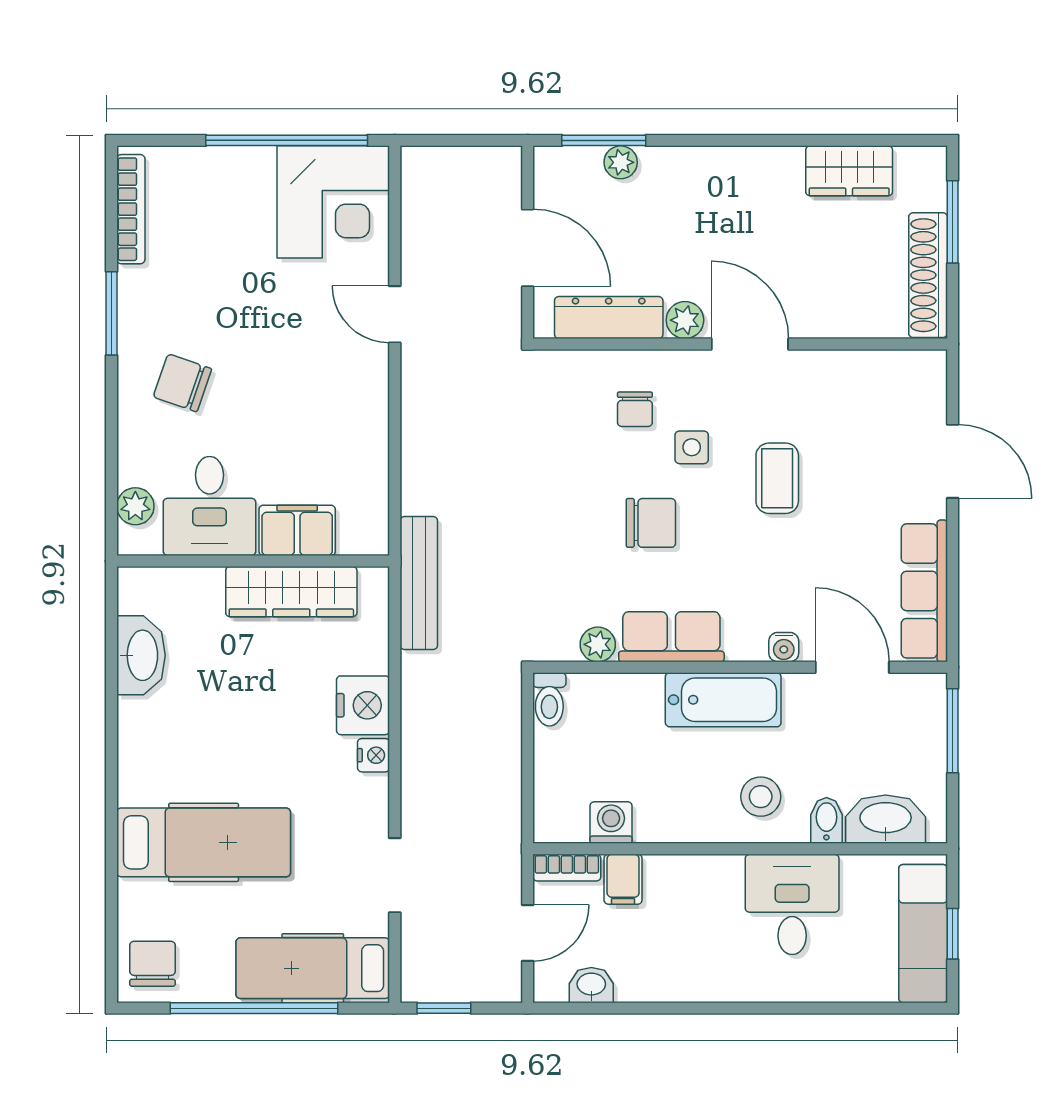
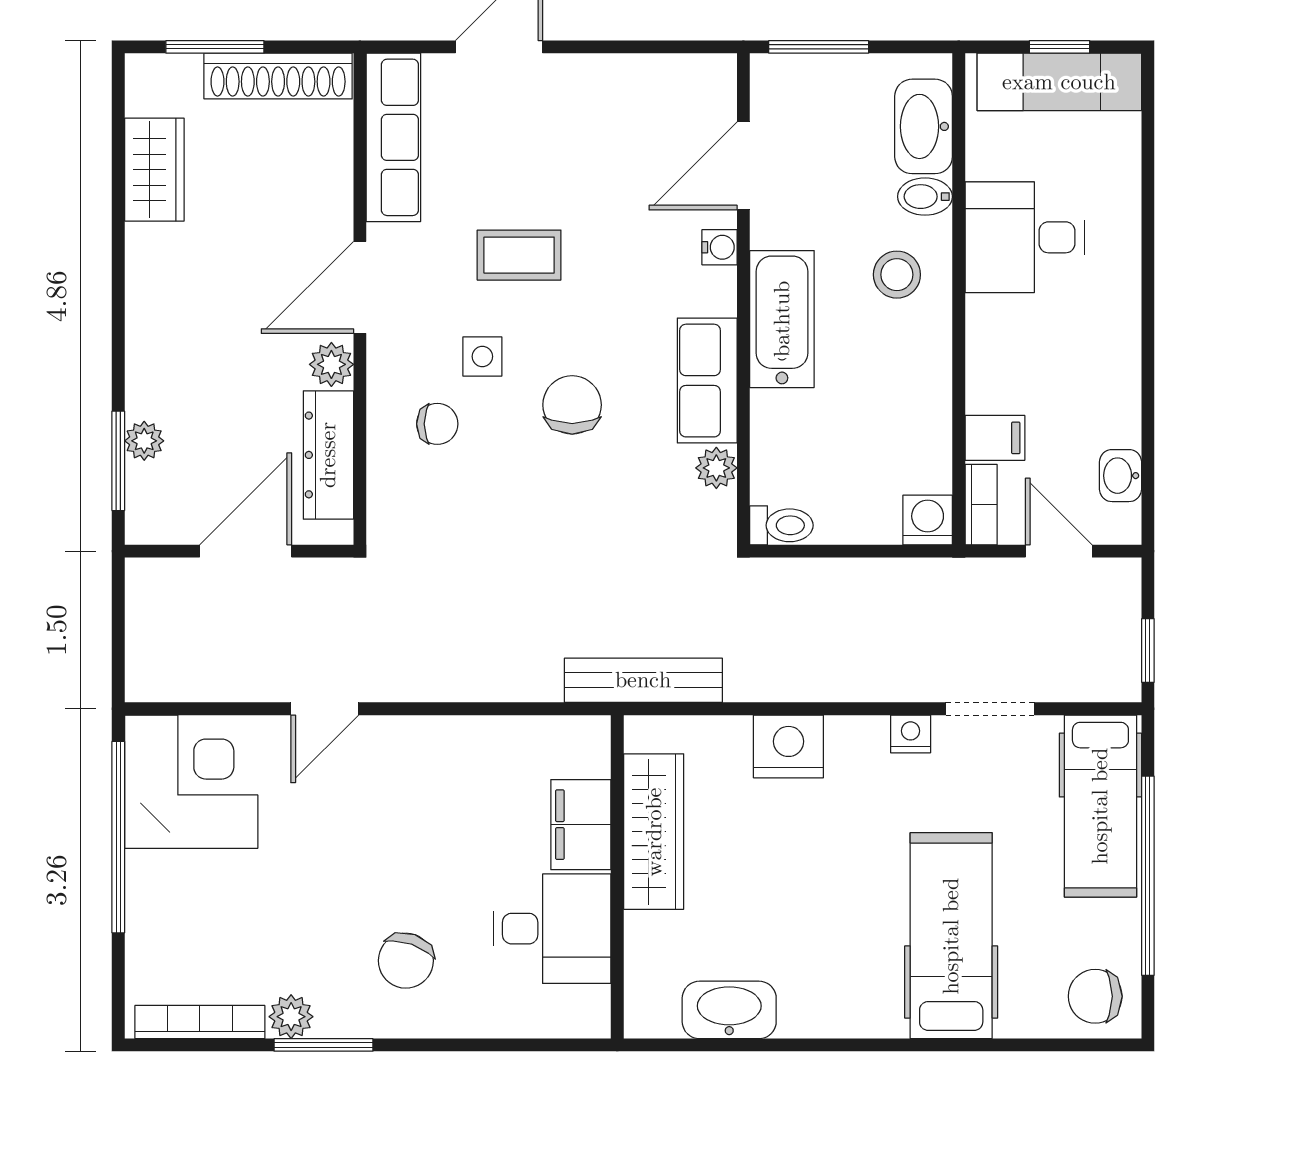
plant: (135, 506) -> (291, 1017), moved
row of seats: (924, 591) -> (393, 137), moved, turned -90
nightstand: (374, 755) -> (911, 734), moved
washing machine: (611, 823) -> (928, 520), moved, turned 90

